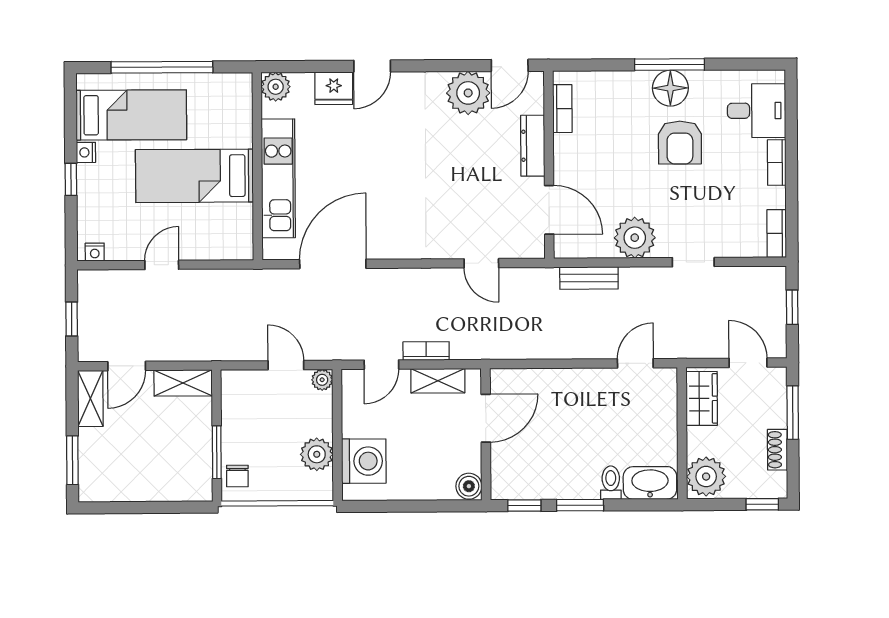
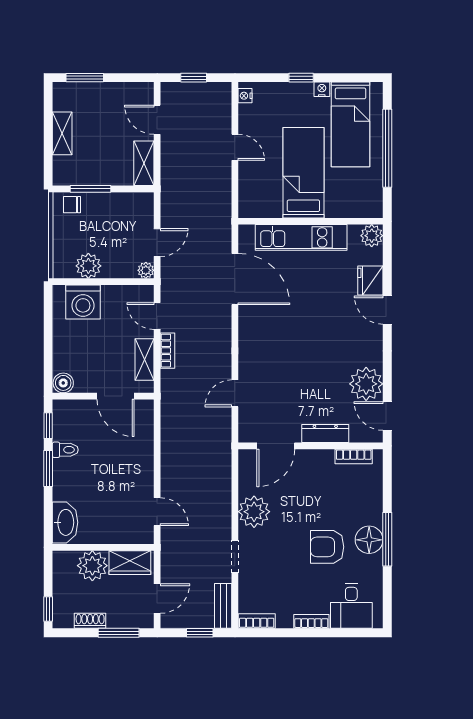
bench: (589, 278) -> (223, 606), moved
shelving: (90, 398) -> (62, 133), moved, turned 90
plant: (706, 477) -> (92, 566), moved
toilet: (611, 483) -> (65, 450), moved

